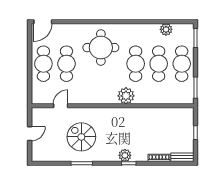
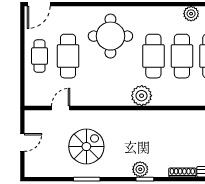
cafe table: (43, 64) -> (40, 56), width x0.73, depth x0.74
spiral stairs: (81, 137) -> (86, 147), turned 90

